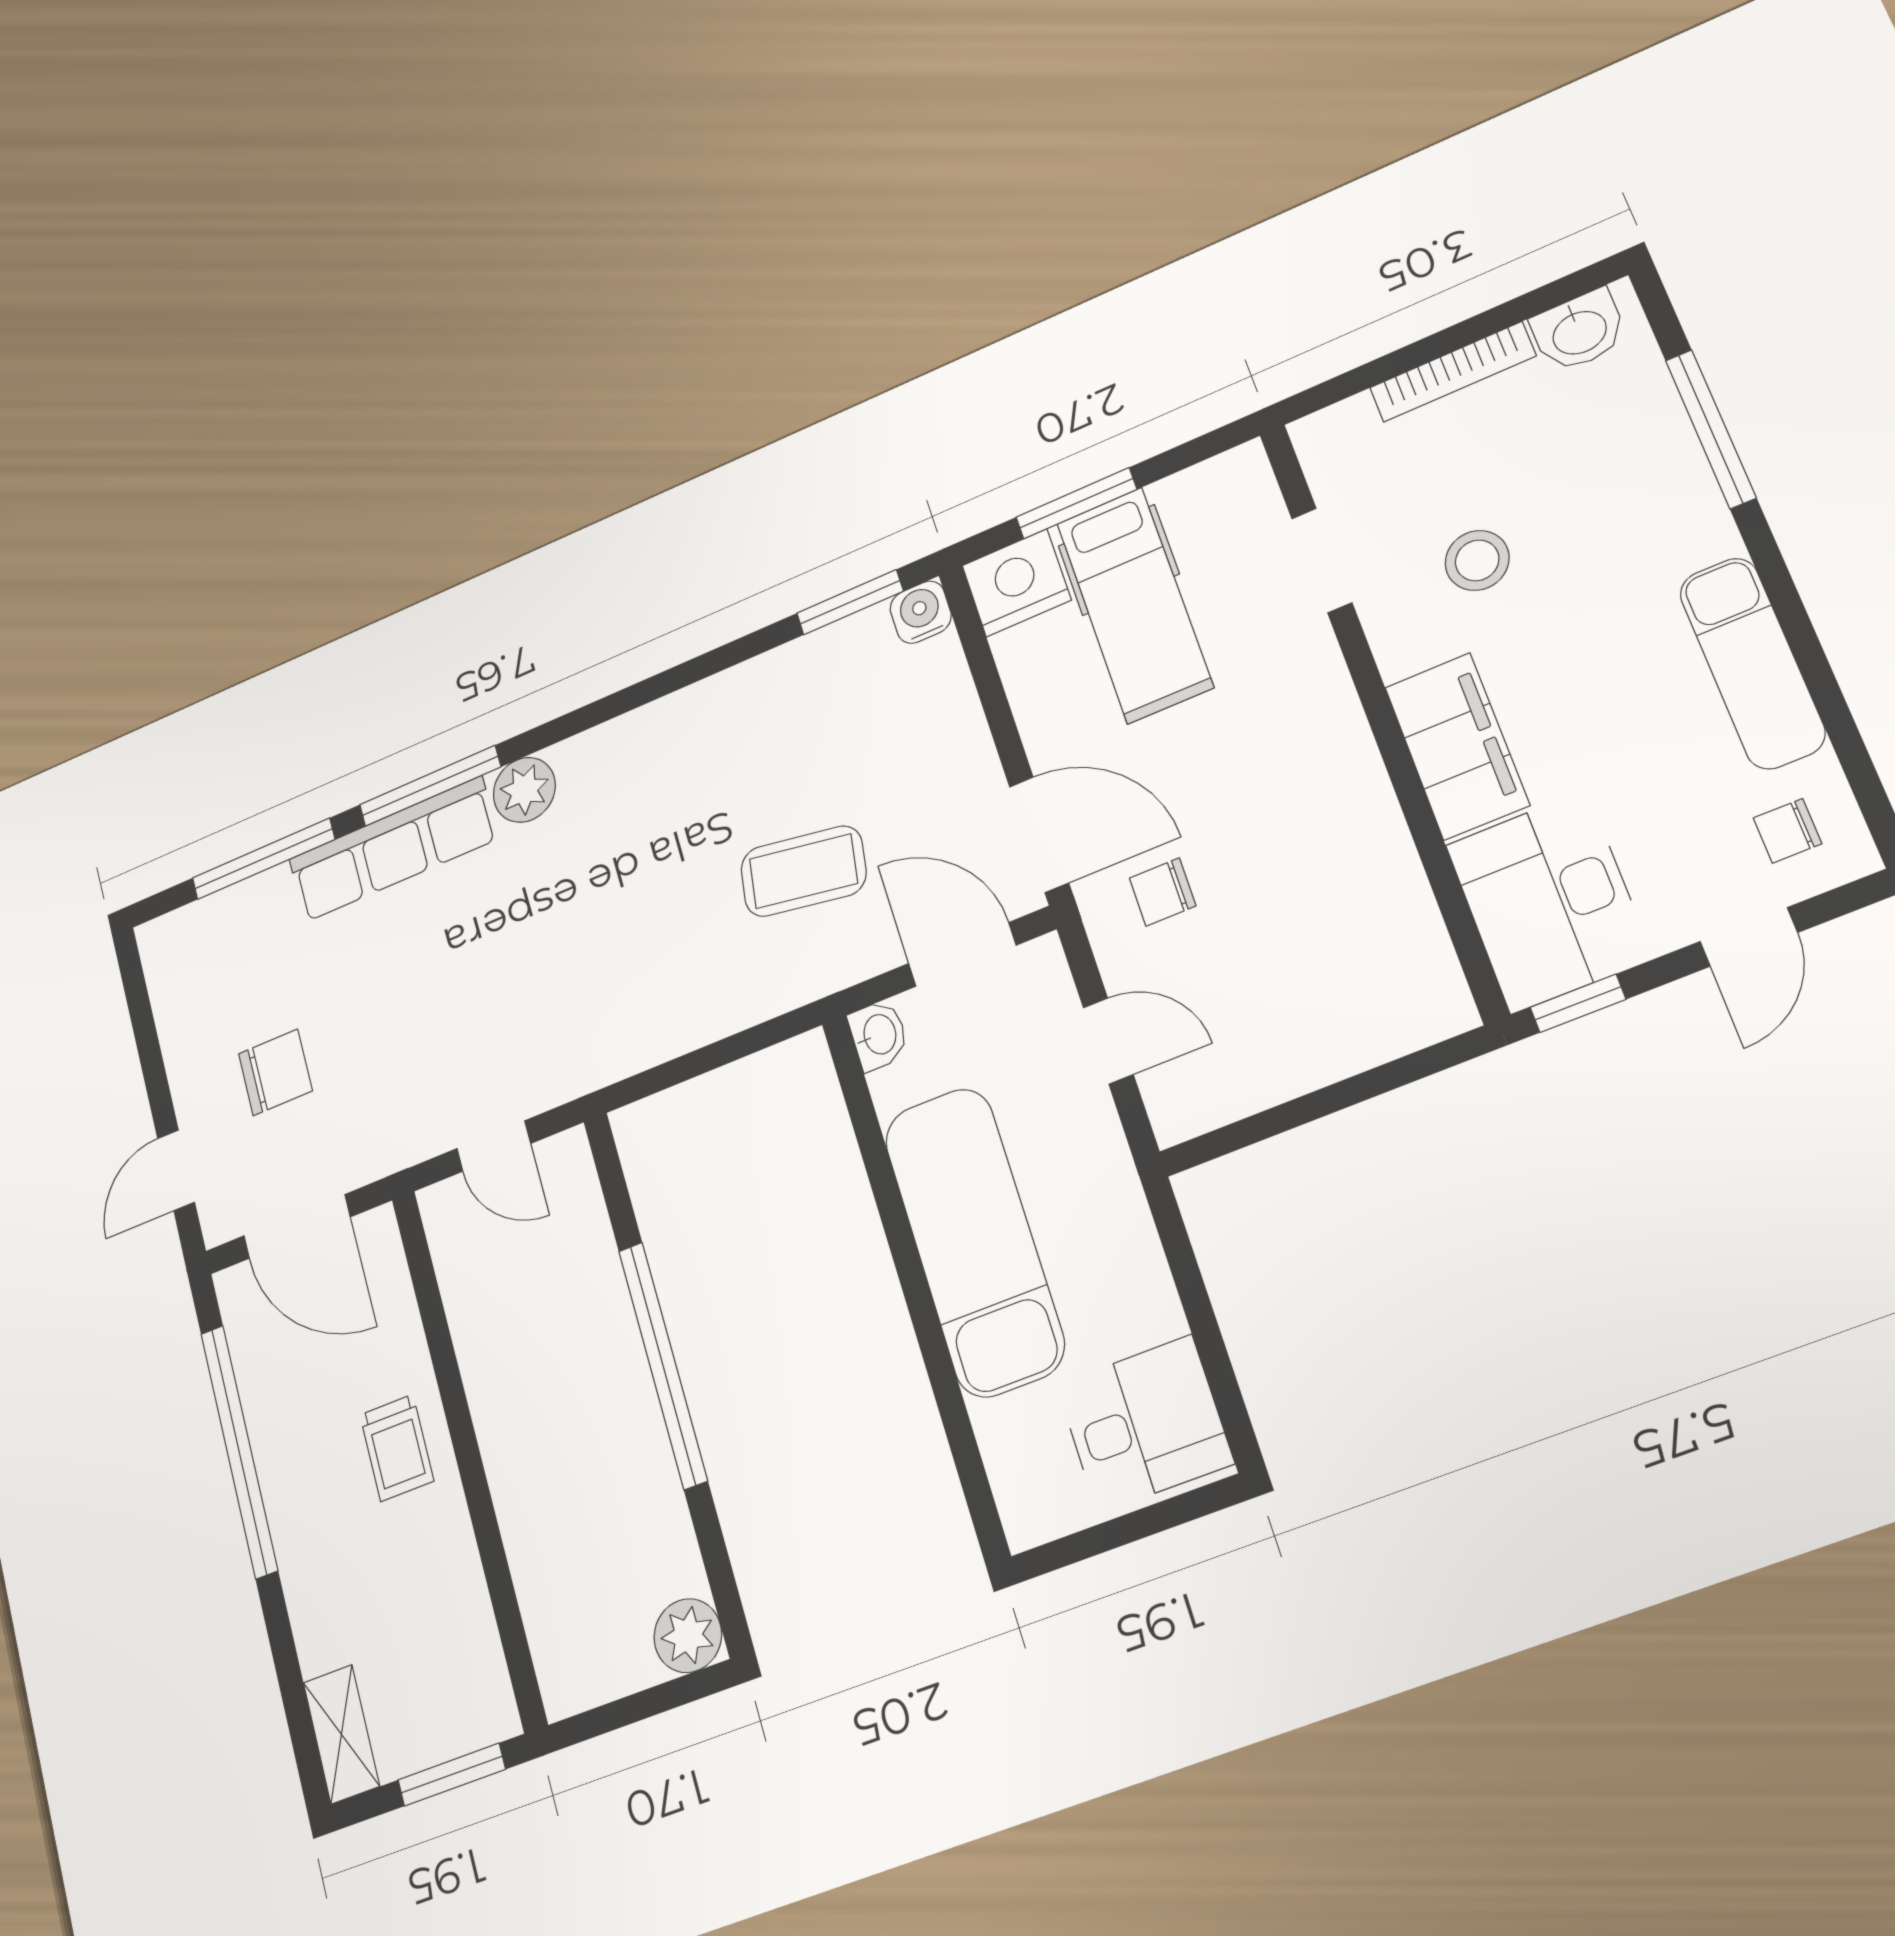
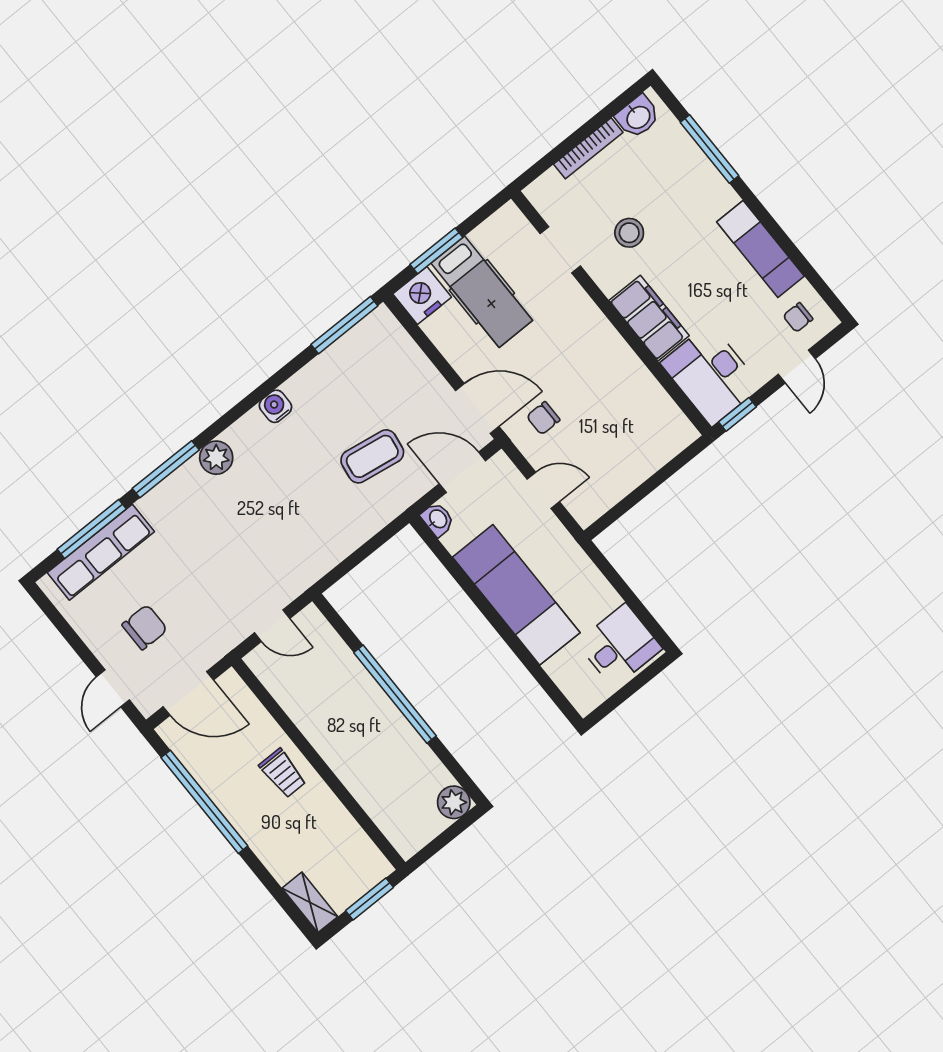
window: (850, 602) -> (344, 325), width x1.44
water cooler: (921, 612) -> (275, 406), moved
row of seats: (393, 849) -> (101, 552), moved

